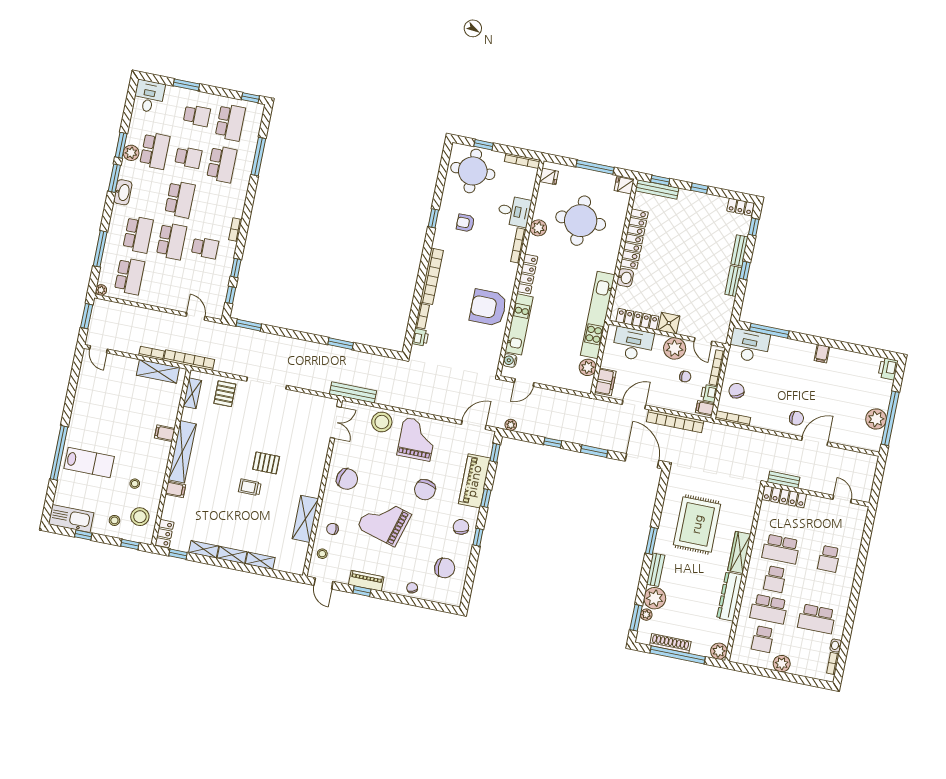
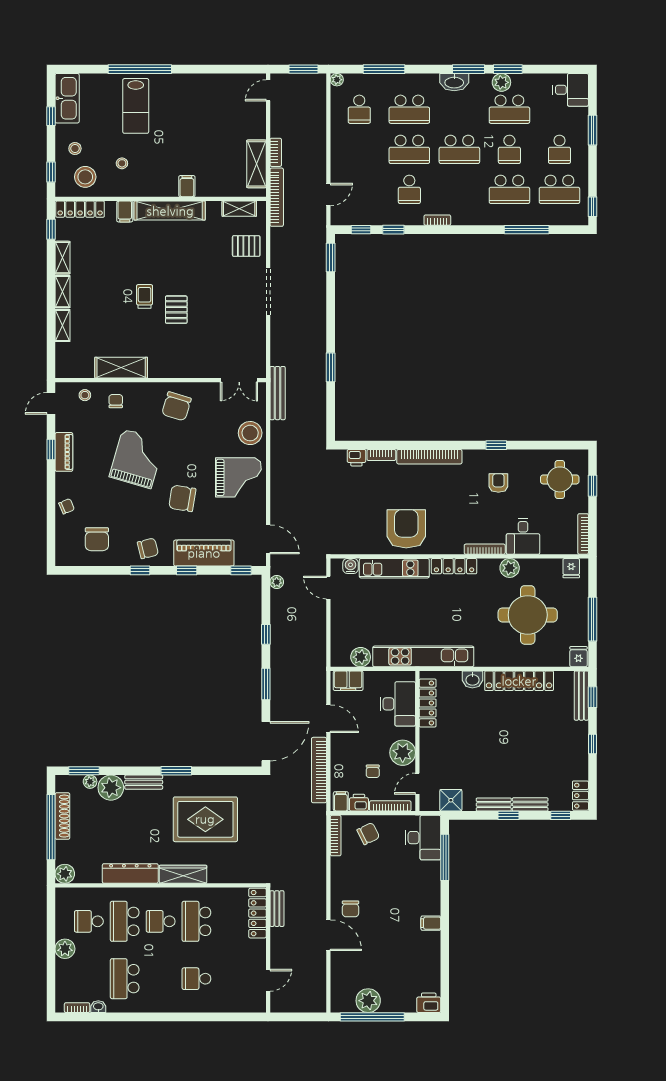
round table: (473, 171) -> (560, 479), width x0.73, depth x0.73
school desk: (130, 276) -> (359, 109), width x0.54
shower: (669, 323) -> (451, 800), moved
locker: (165, 534) -> (80, 209), width x1.53

